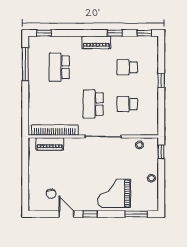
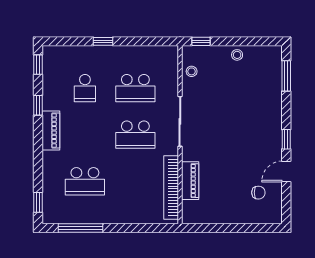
school desk: (127, 104) -> (135, 88), width x1.85
piano: (50, 144) -> (190, 181), moved
grand piano: (114, 193) -> (258, 106), removed

